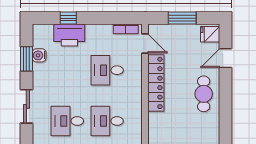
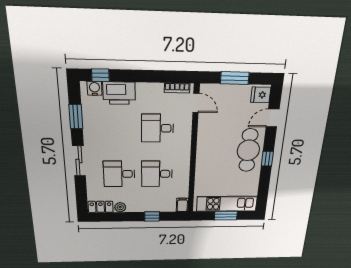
window: (68, 18) -> (100, 75), moved
water cooler: (39, 55) -> (95, 88), moved, turned 90
locker: (156, 83) -> (204, 140), removed
cafe table: (204, 94) -> (248, 150), width x1.37, depth x1.35
window: (225, 103) -> (267, 159), added

